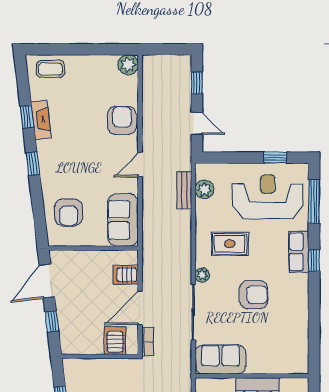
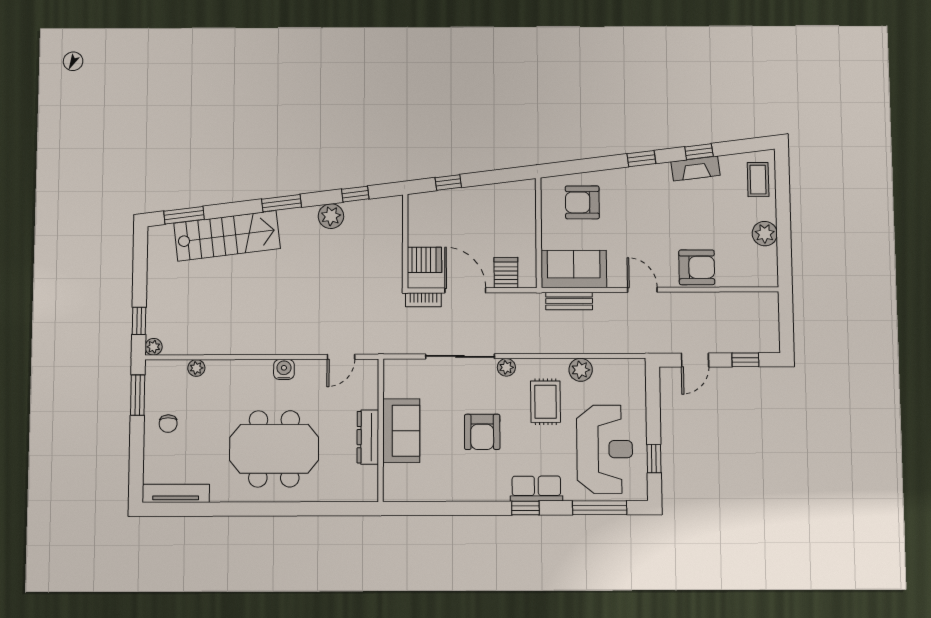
plant: (128, 65) -> (765, 234), moved
plant: (204, 189) -> (581, 370), moved
bench: (184, 190) -> (569, 301), moved
door: (47, 281) -> (498, 176), removed
sofa: (220, 359) -> (401, 431), moved

